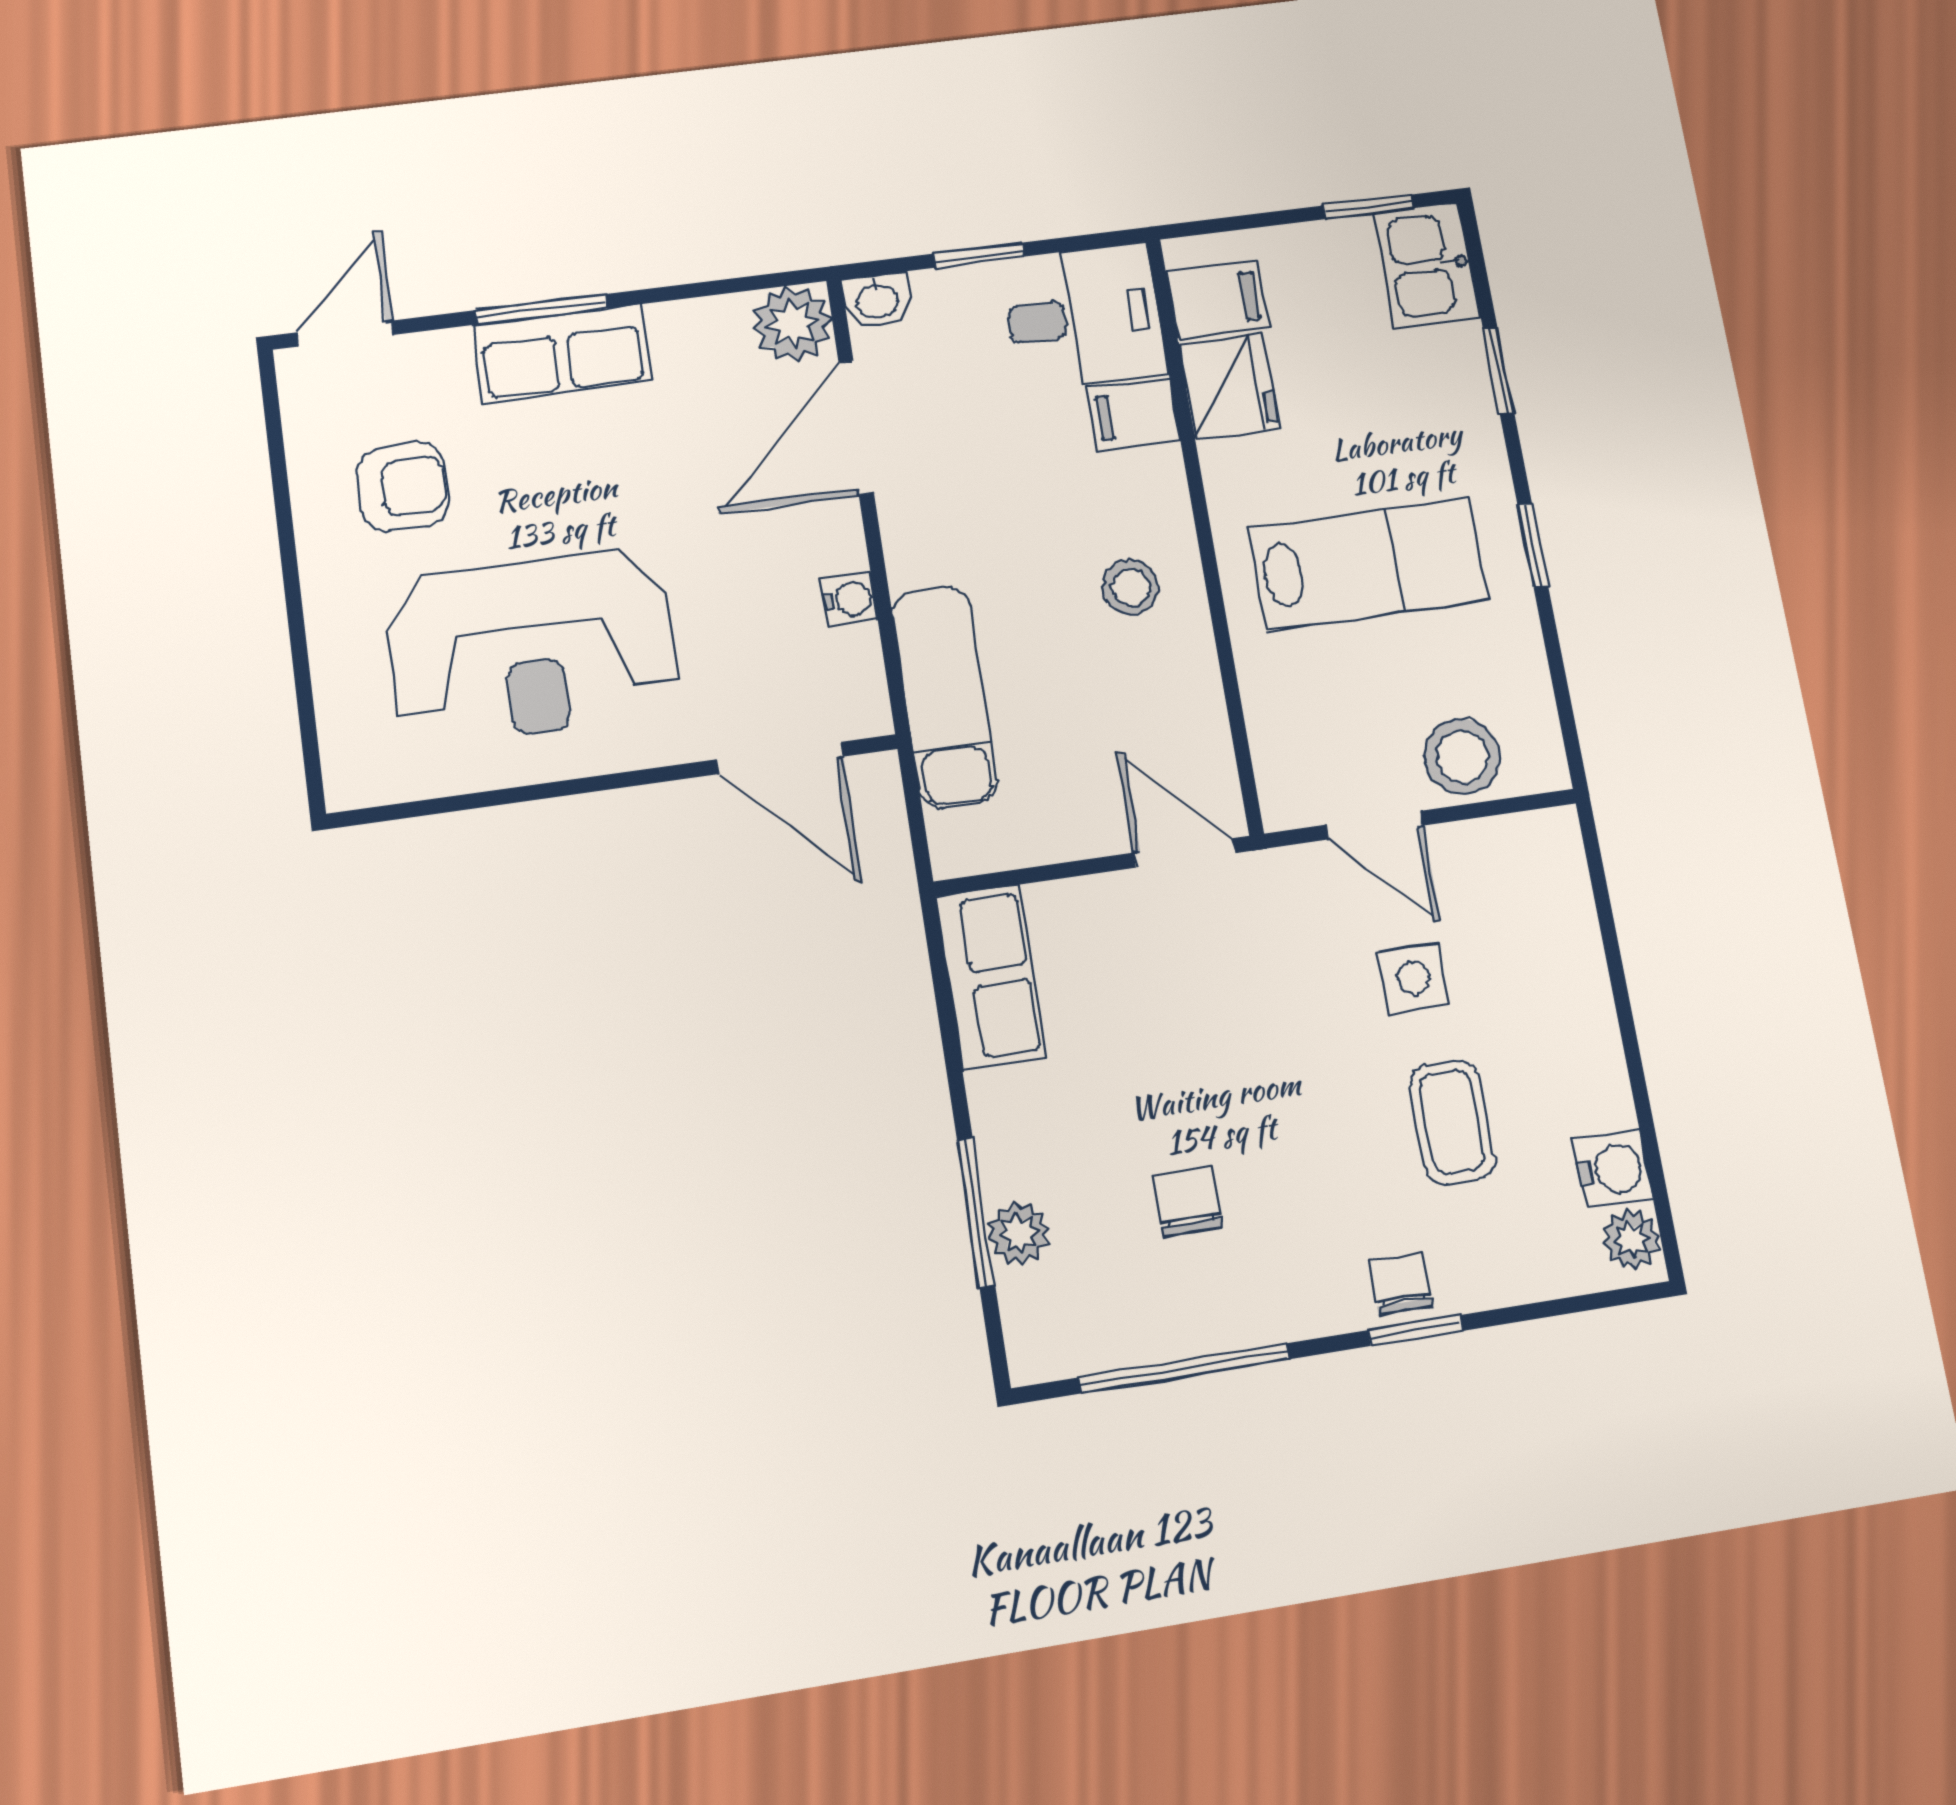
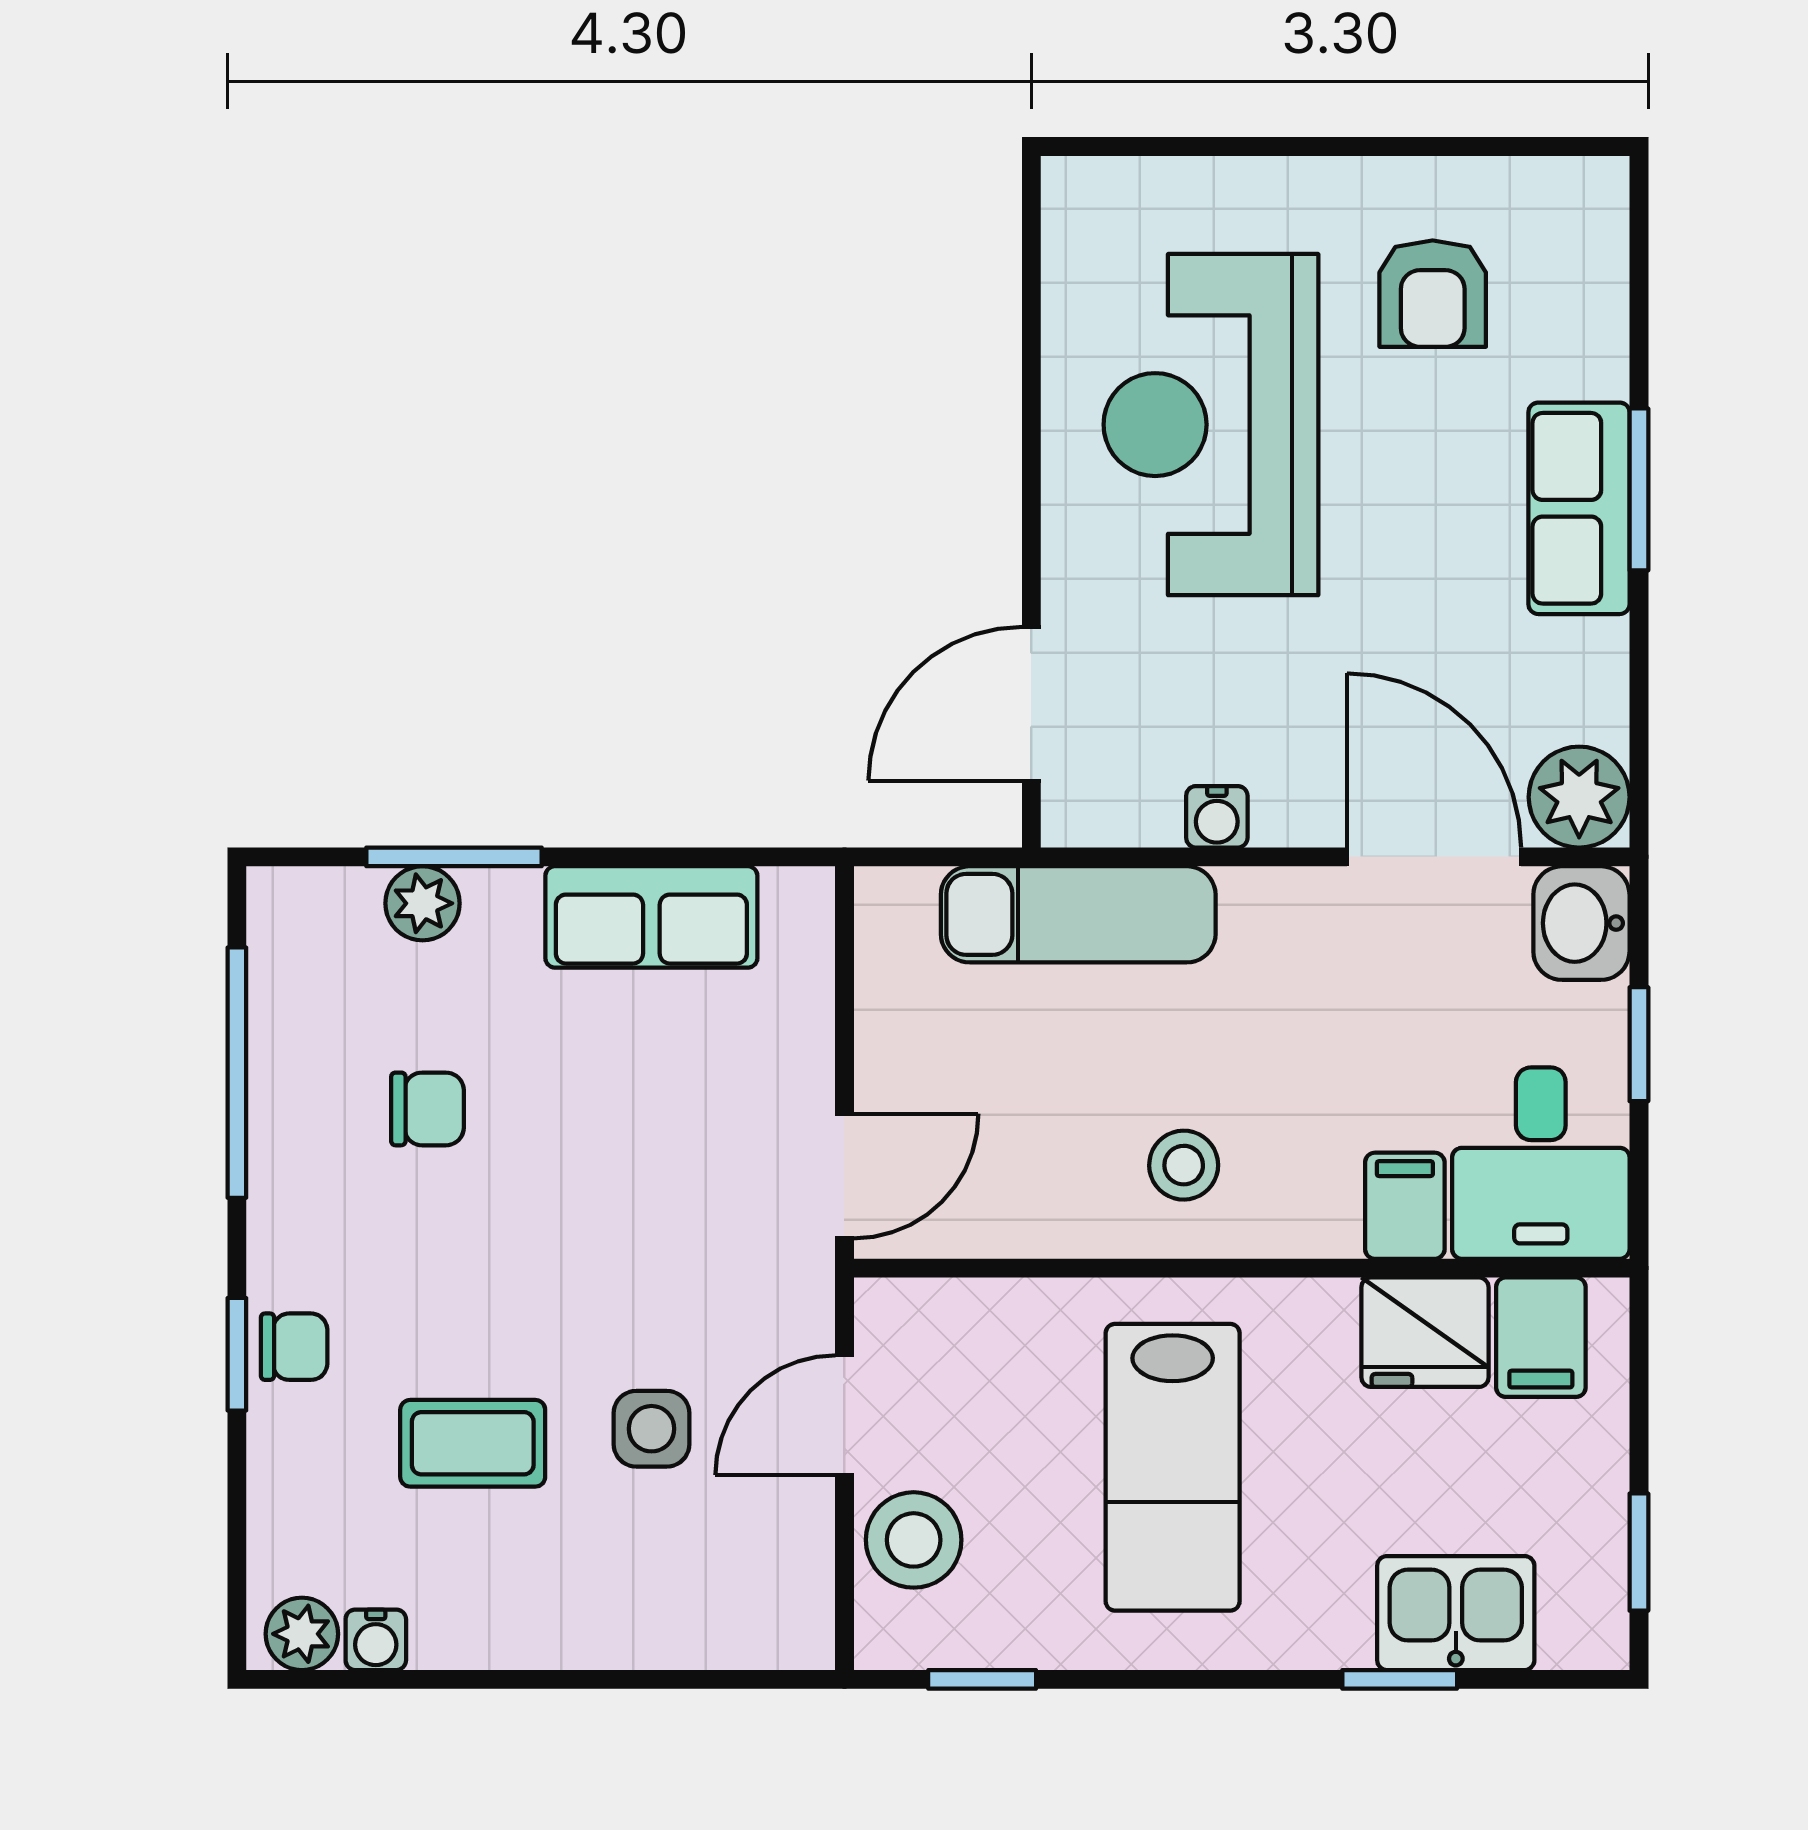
kitchen sink: (1427, 265) -> (1456, 1613), moved
washbasin: (877, 300) -> (1581, 923), width x1.38, depth x1.45
door: (345, 334) -> (1639, 246), removed
window: (1533, 545) -> (982, 1679), moved
row of seats: (990, 977) -> (651, 917), moved
water cooler: (1613, 1169) -> (376, 1640), width x0.72, depth x0.72

